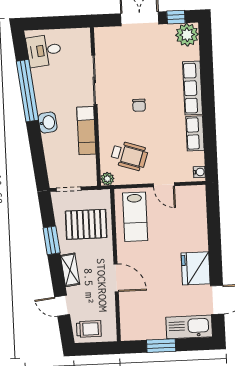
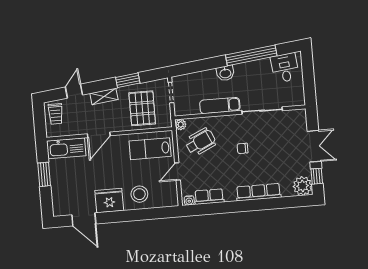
row of seats: (195, 133) -> (209, 197), moved
wheelchair: (129, 156) -> (200, 142), turned -133
stool: (189, 232) -> (139, 194), added
kitchen sink: (189, 327) -> (66, 148), moved, turned 90

